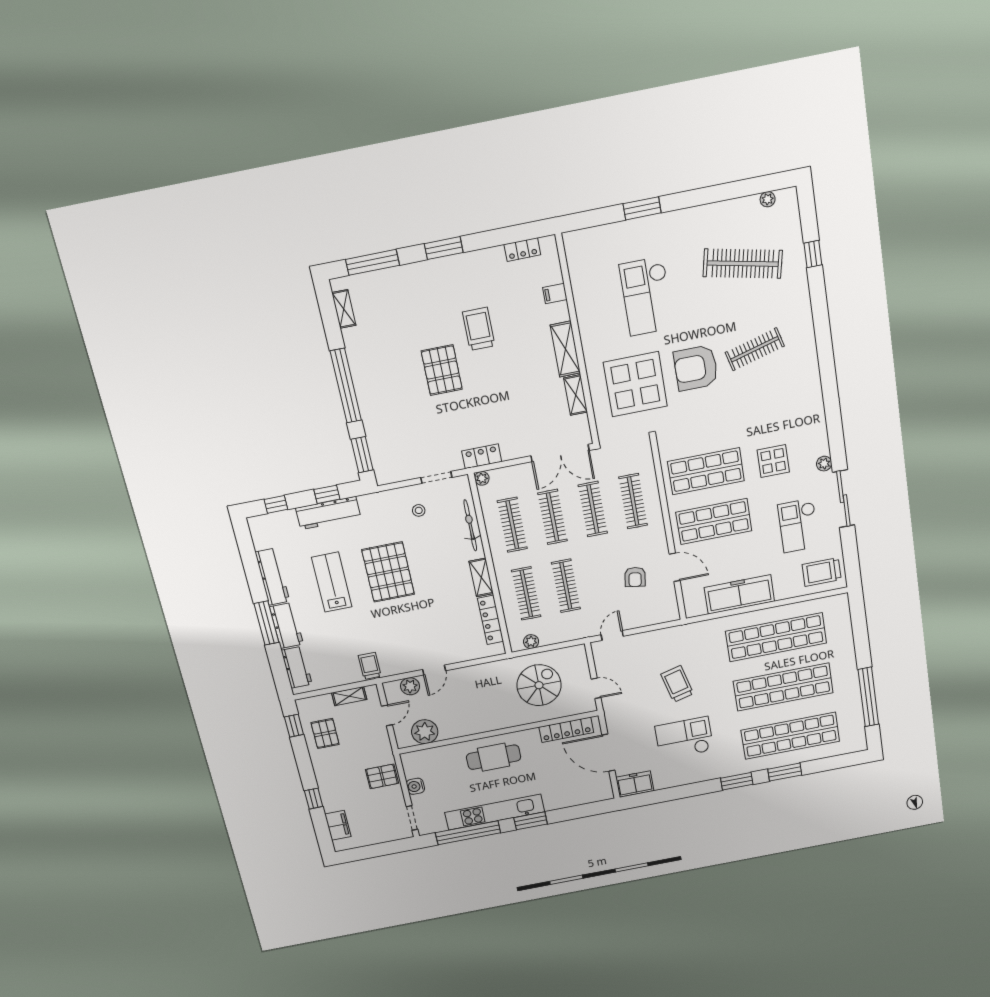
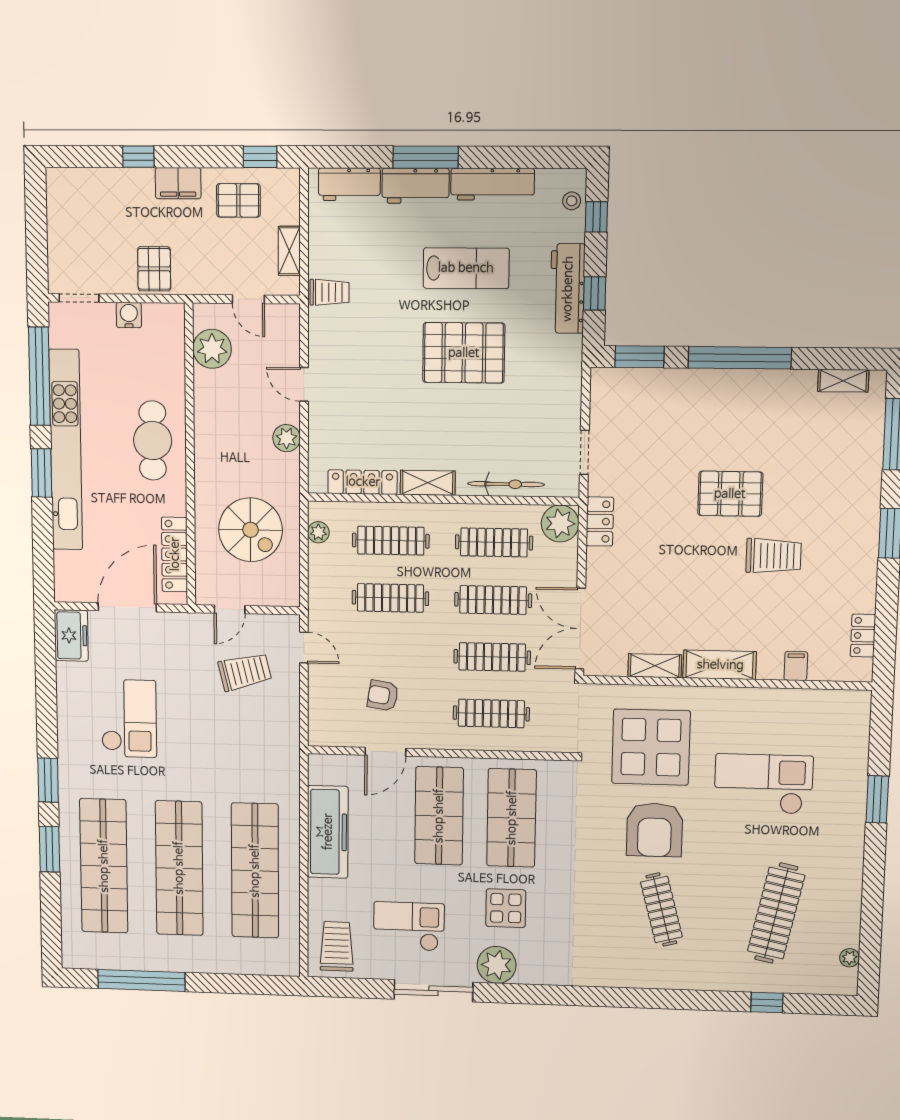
armchair: (696, 368) -> (654, 830), turned 180
plant: (824, 464) -> (497, 965), width x1.87, depth x1.87
plant: (482, 478) -> (560, 524), width x1.87, depth x1.87
stool: (419, 510) -> (572, 201), moved
trolley: (677, 684) -> (245, 672), moved
plant: (410, 686) -> (287, 438), moved
kitchen unit: (495, 812) -> (66, 450), width x1.36
filing cabinet: (338, 825) -> (178, 183), moved

